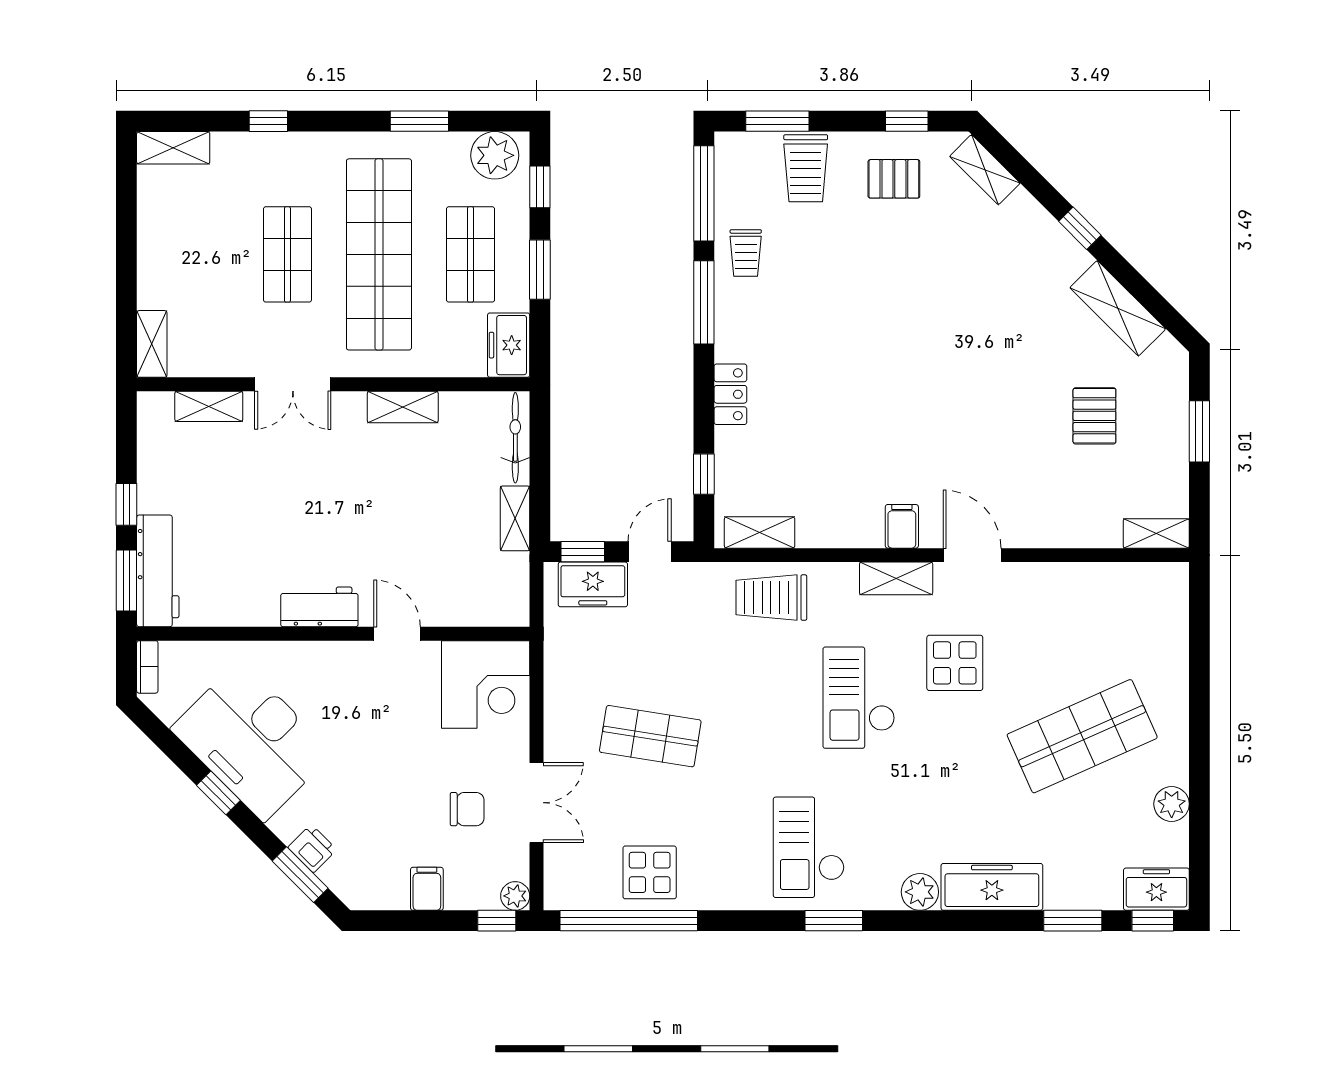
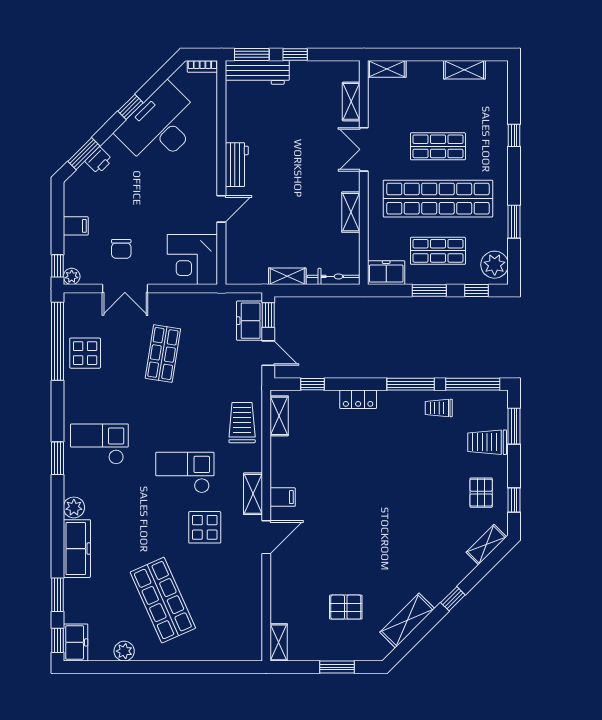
shelving: (173, 148) -> (464, 70), moved, turned 90

